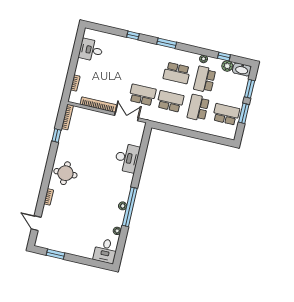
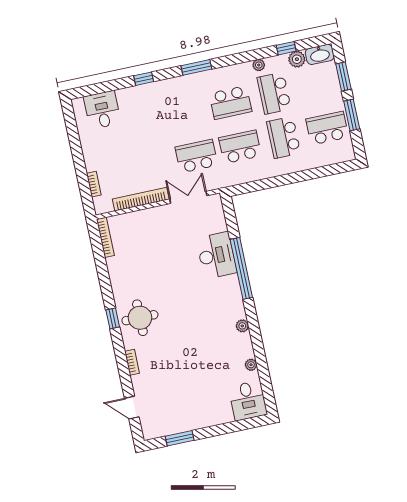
desk: (91, 50) -> (102, 110), moved, turned 90
window: (57, 136) -> (113, 318), moved
window: (130, 207) -> (241, 268), moved

